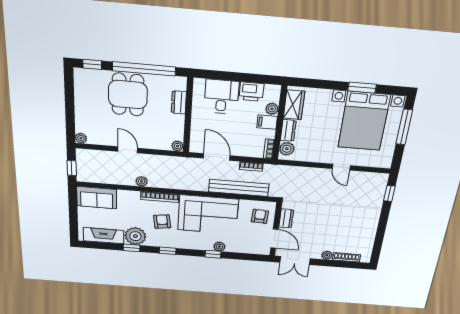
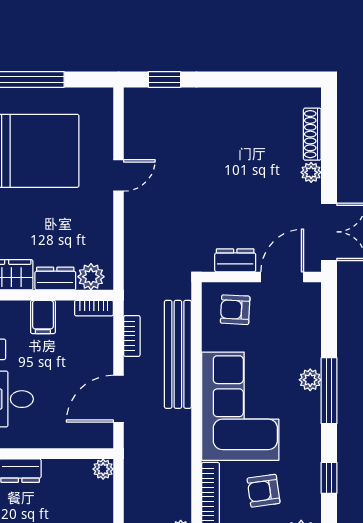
plant: (272, 109) -> (17, 311), removed
window: (213, 254) -> (329, 391), width x2.17

